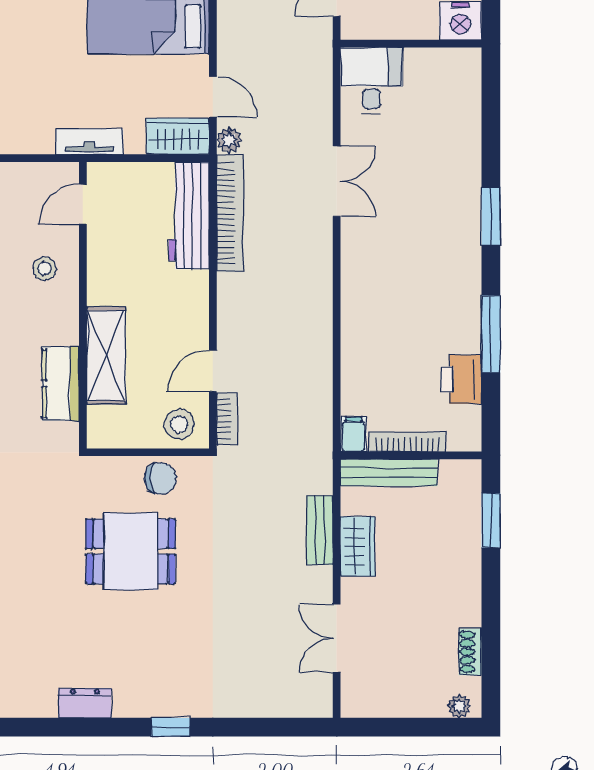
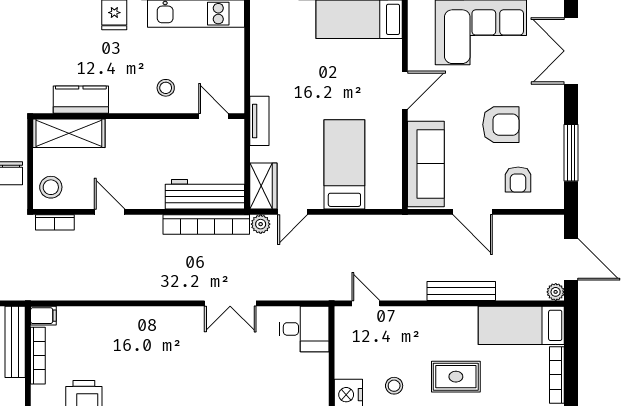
shelving: (106, 355) -> (69, 133), moved
door: (213, 371) -> (110, 212), moved

